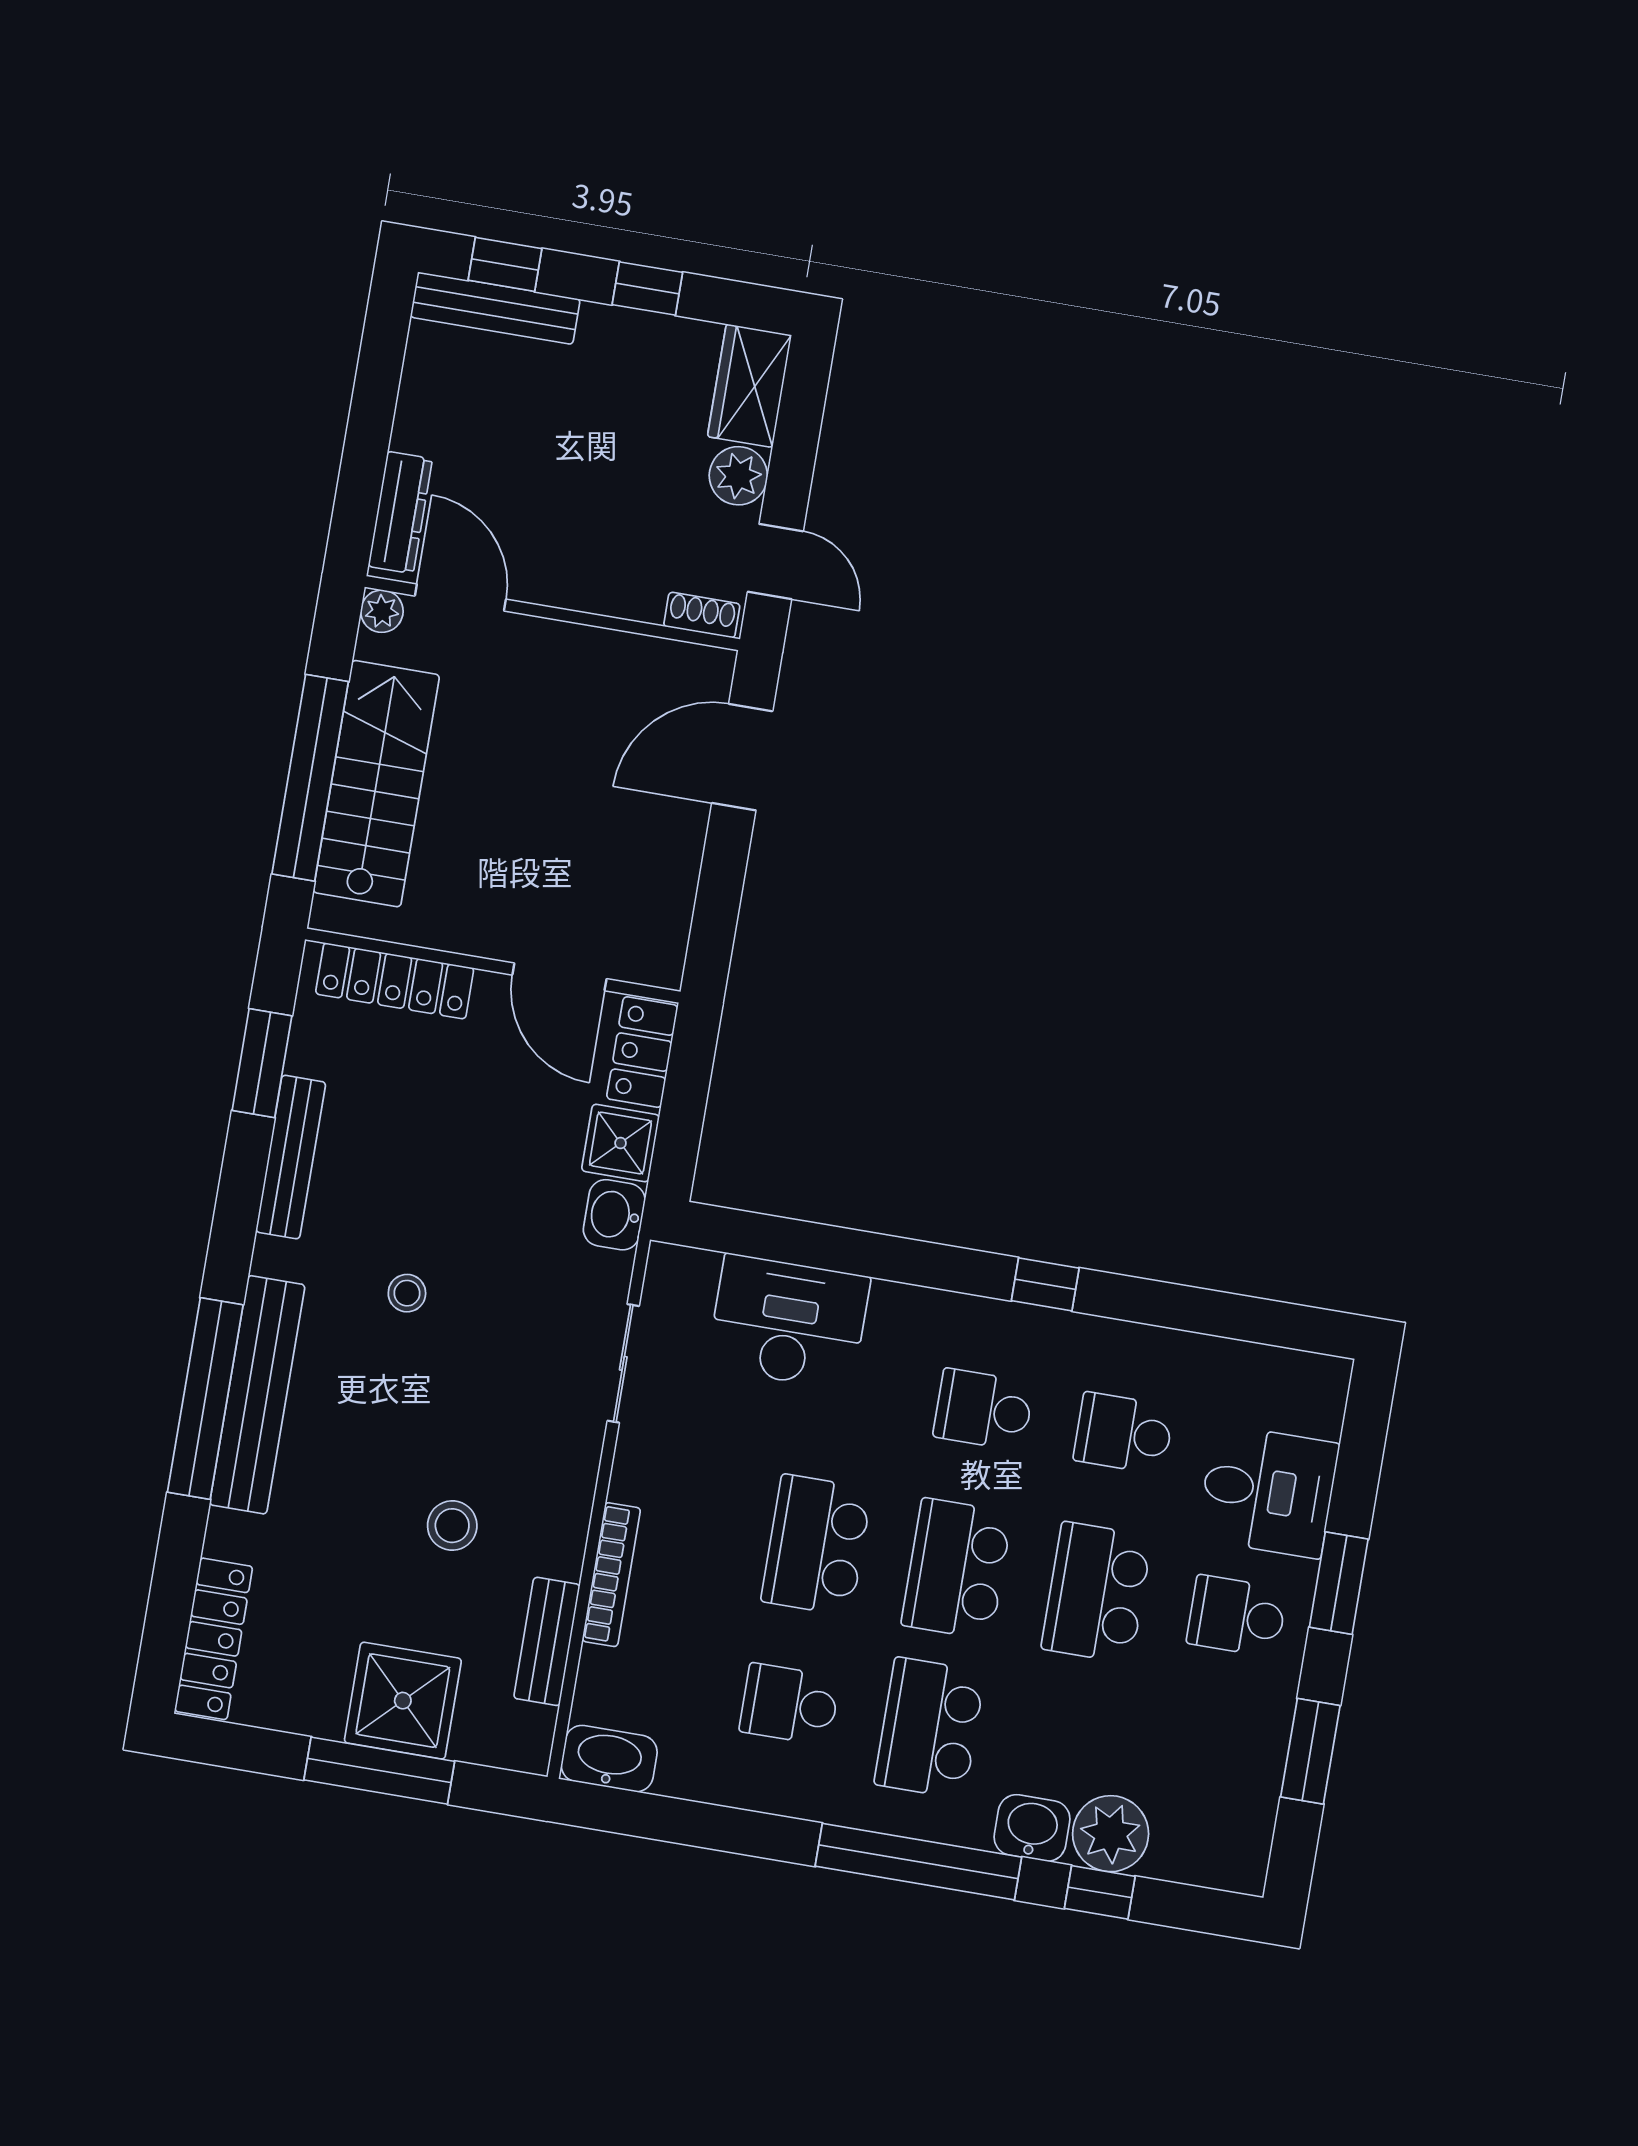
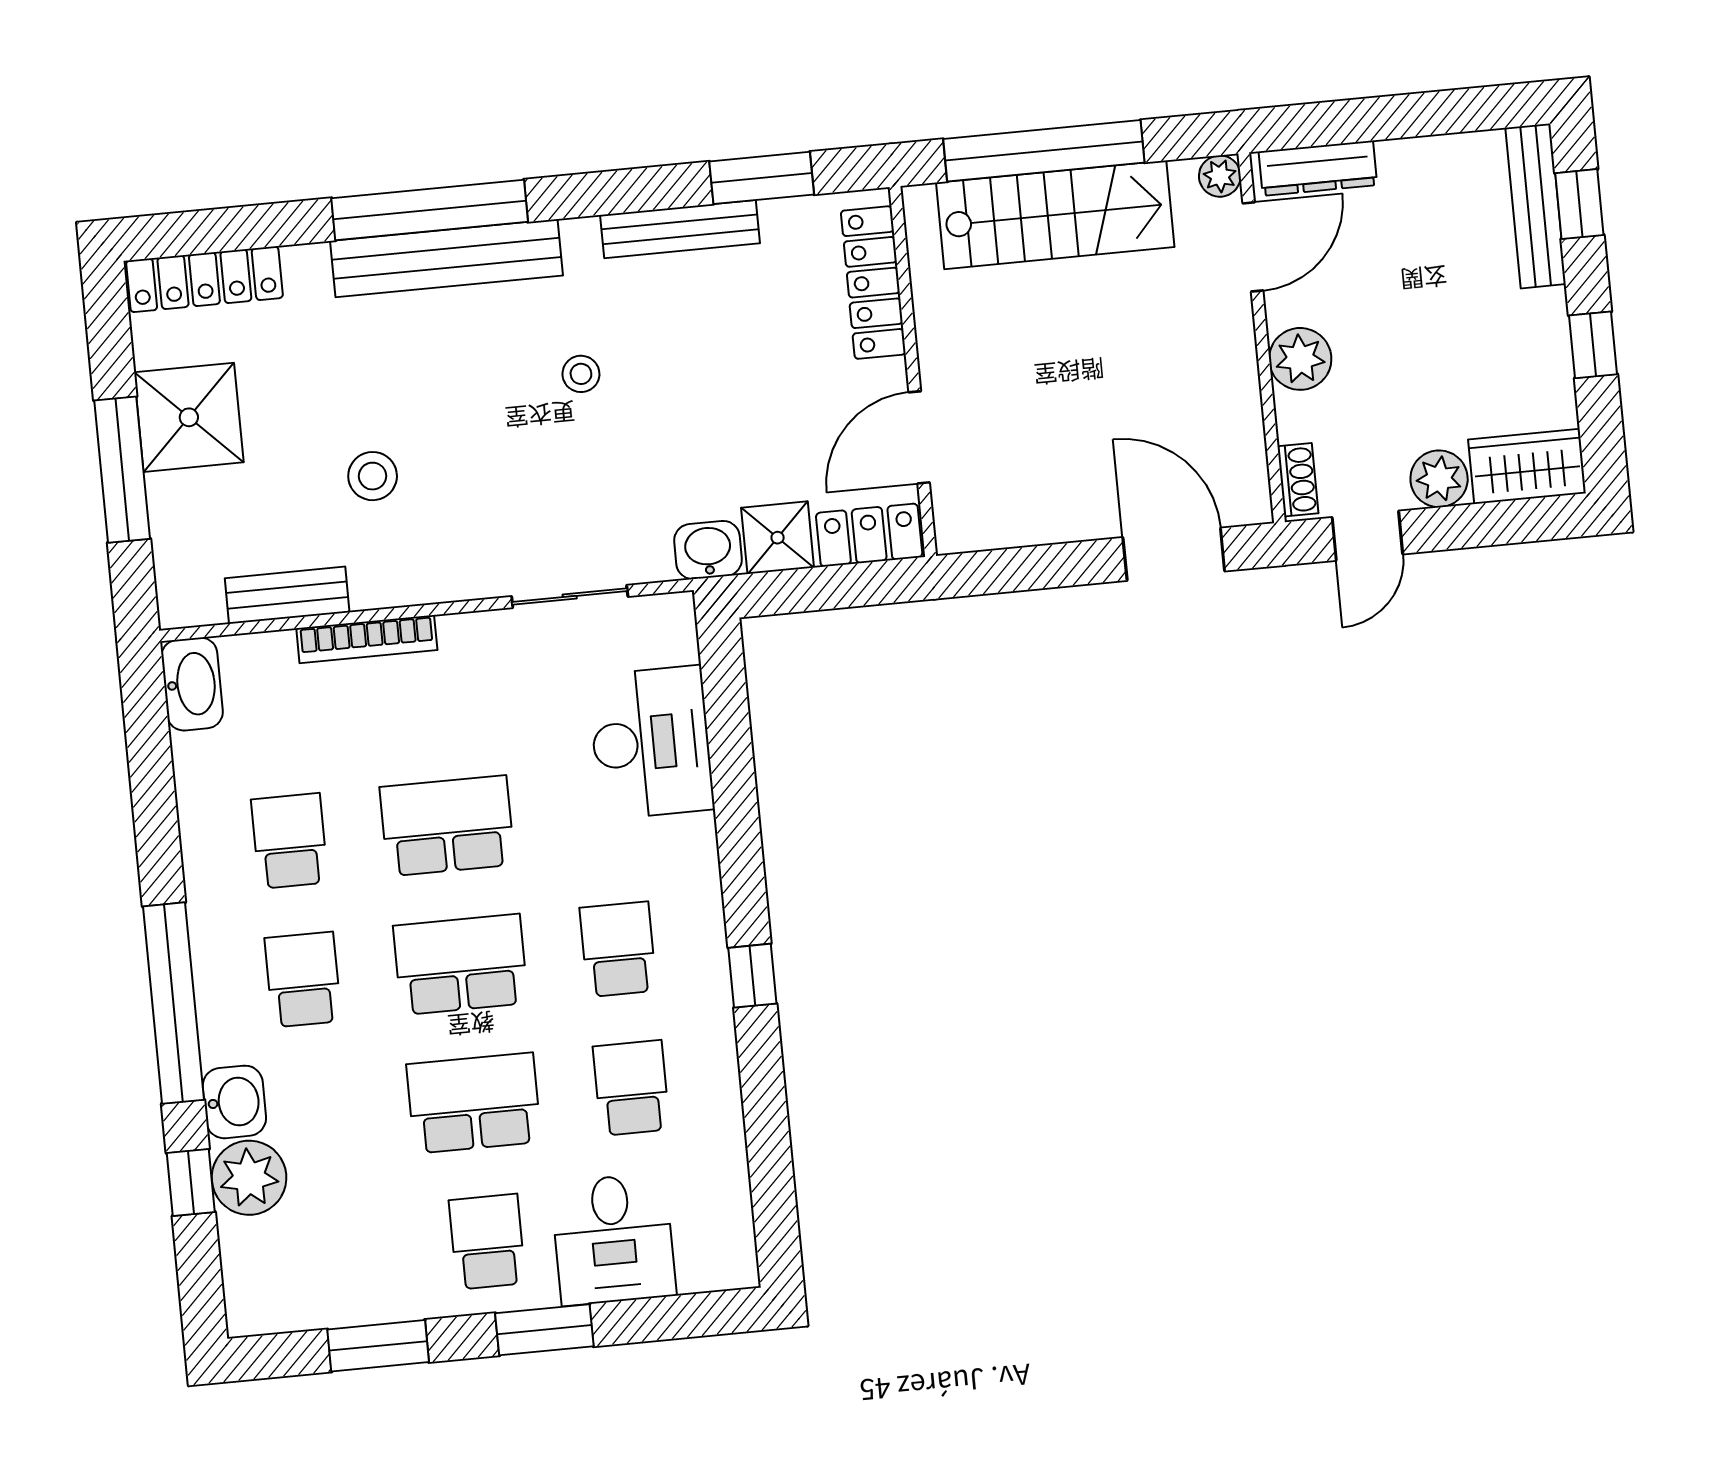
plant: (583, 581) -> (1300, 359), added
shower: (403, 1701) -> (189, 417), moved
school desk: (930, 1728) -> (303, 980), width x0.54

